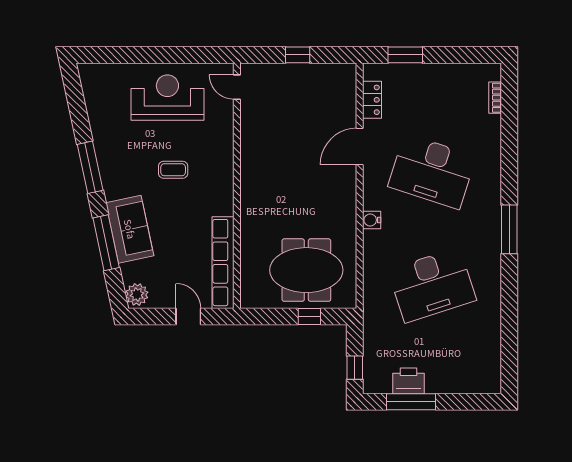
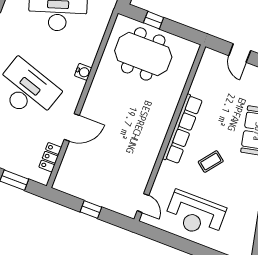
coffee table: (173, 170) -> (211, 162), turned -52
row of seats: (223, 263) -> (183, 129), moved

